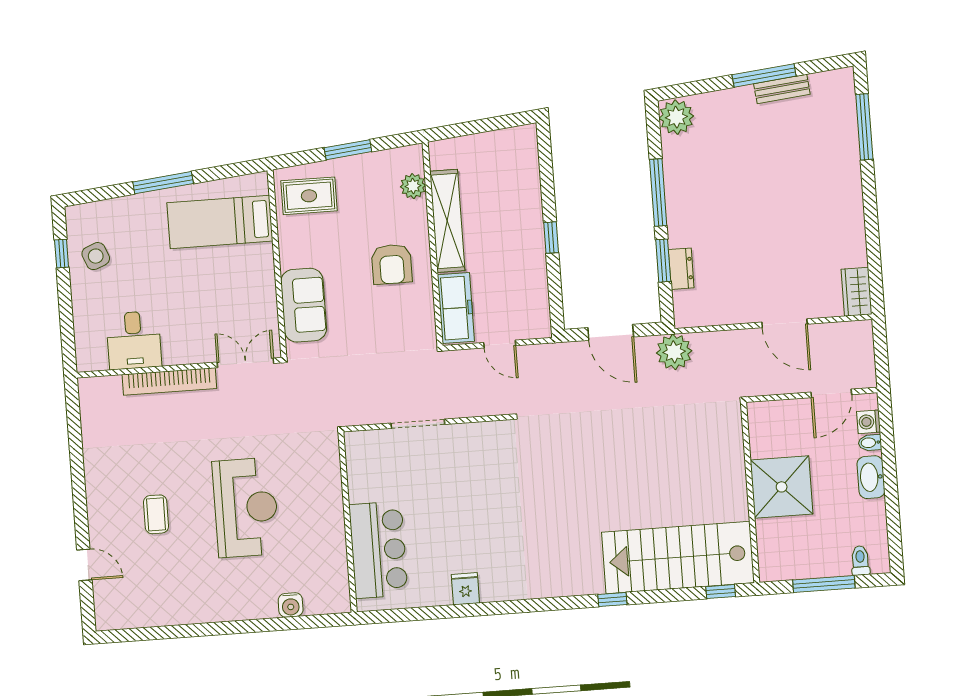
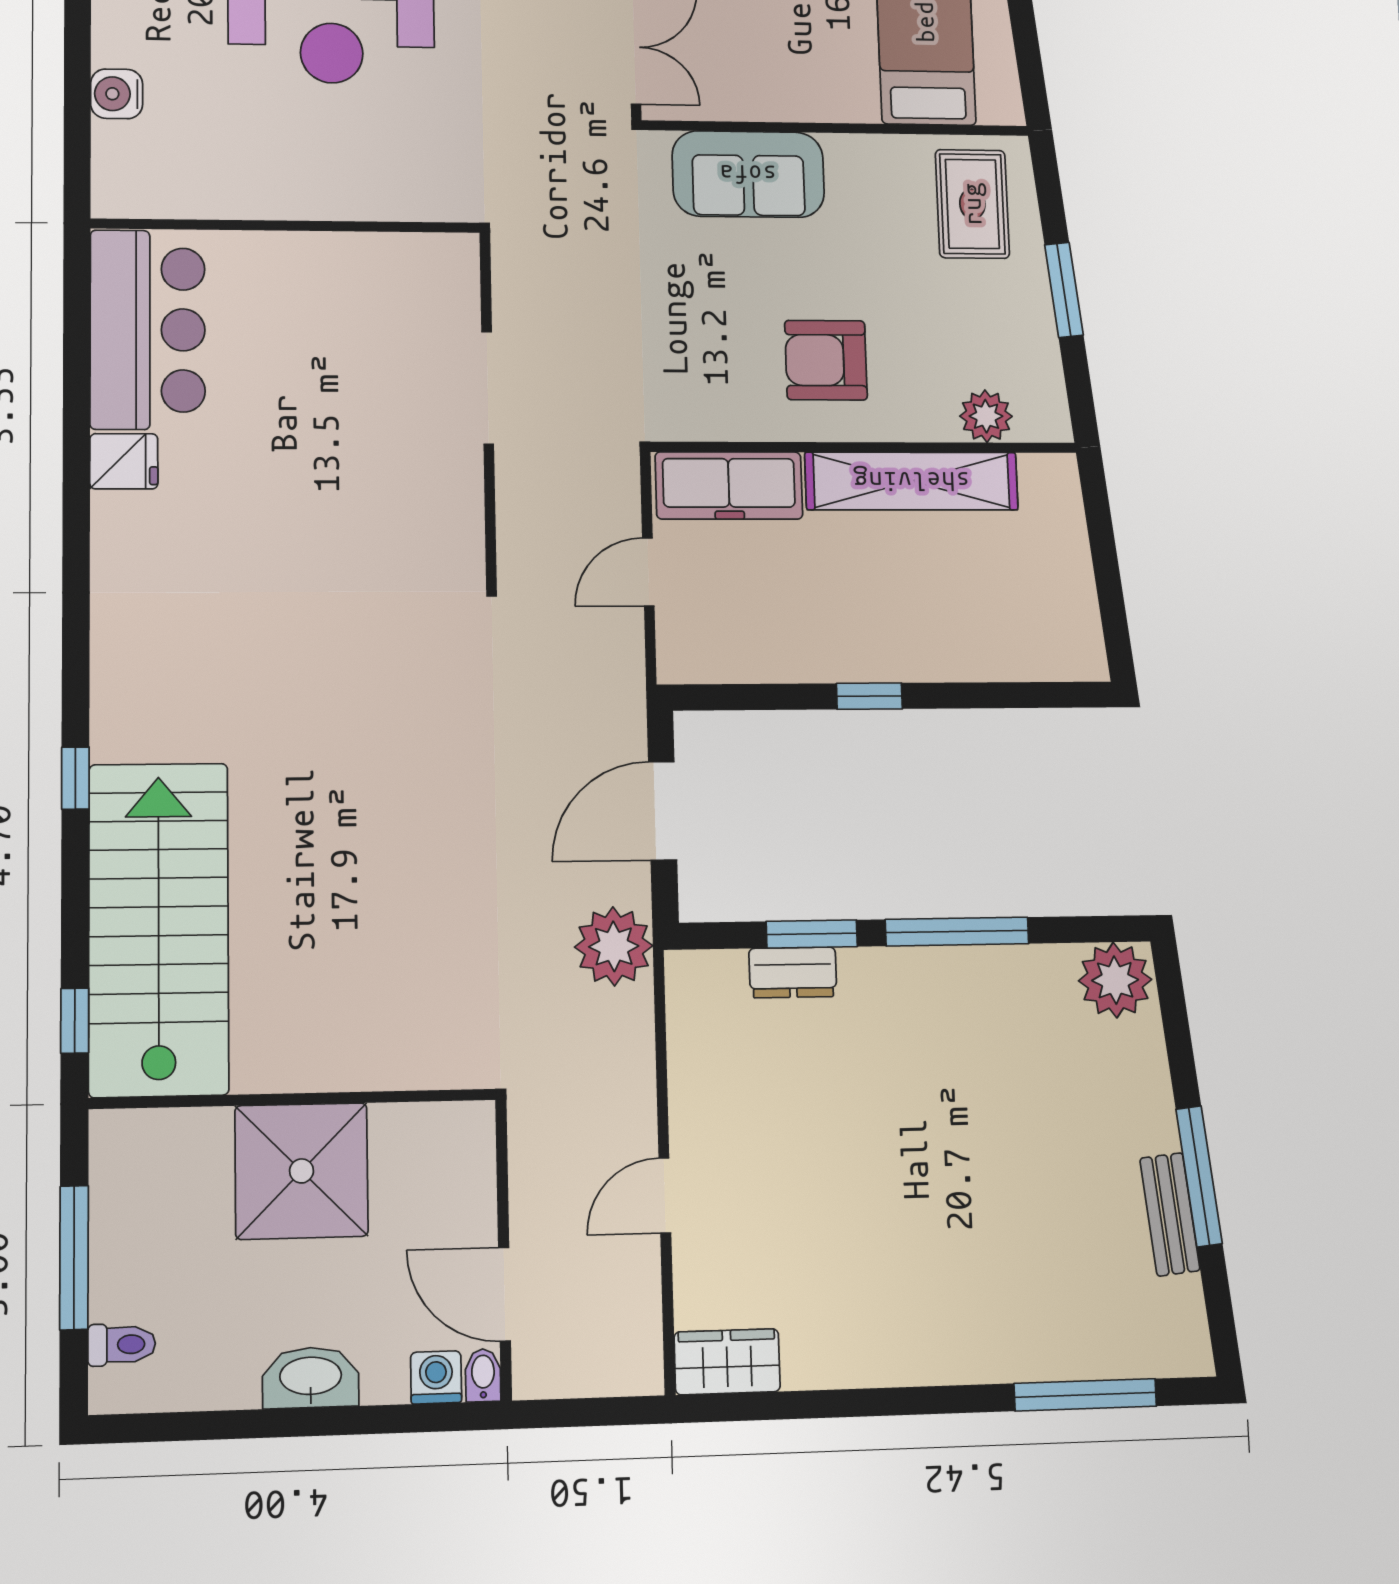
door: (785, 323) -> (665, 1195), width x0.73
bidet: (870, 443) -> (483, 1375), moved
bar counter: (378, 550) -> (148, 330), moved, turned -90

